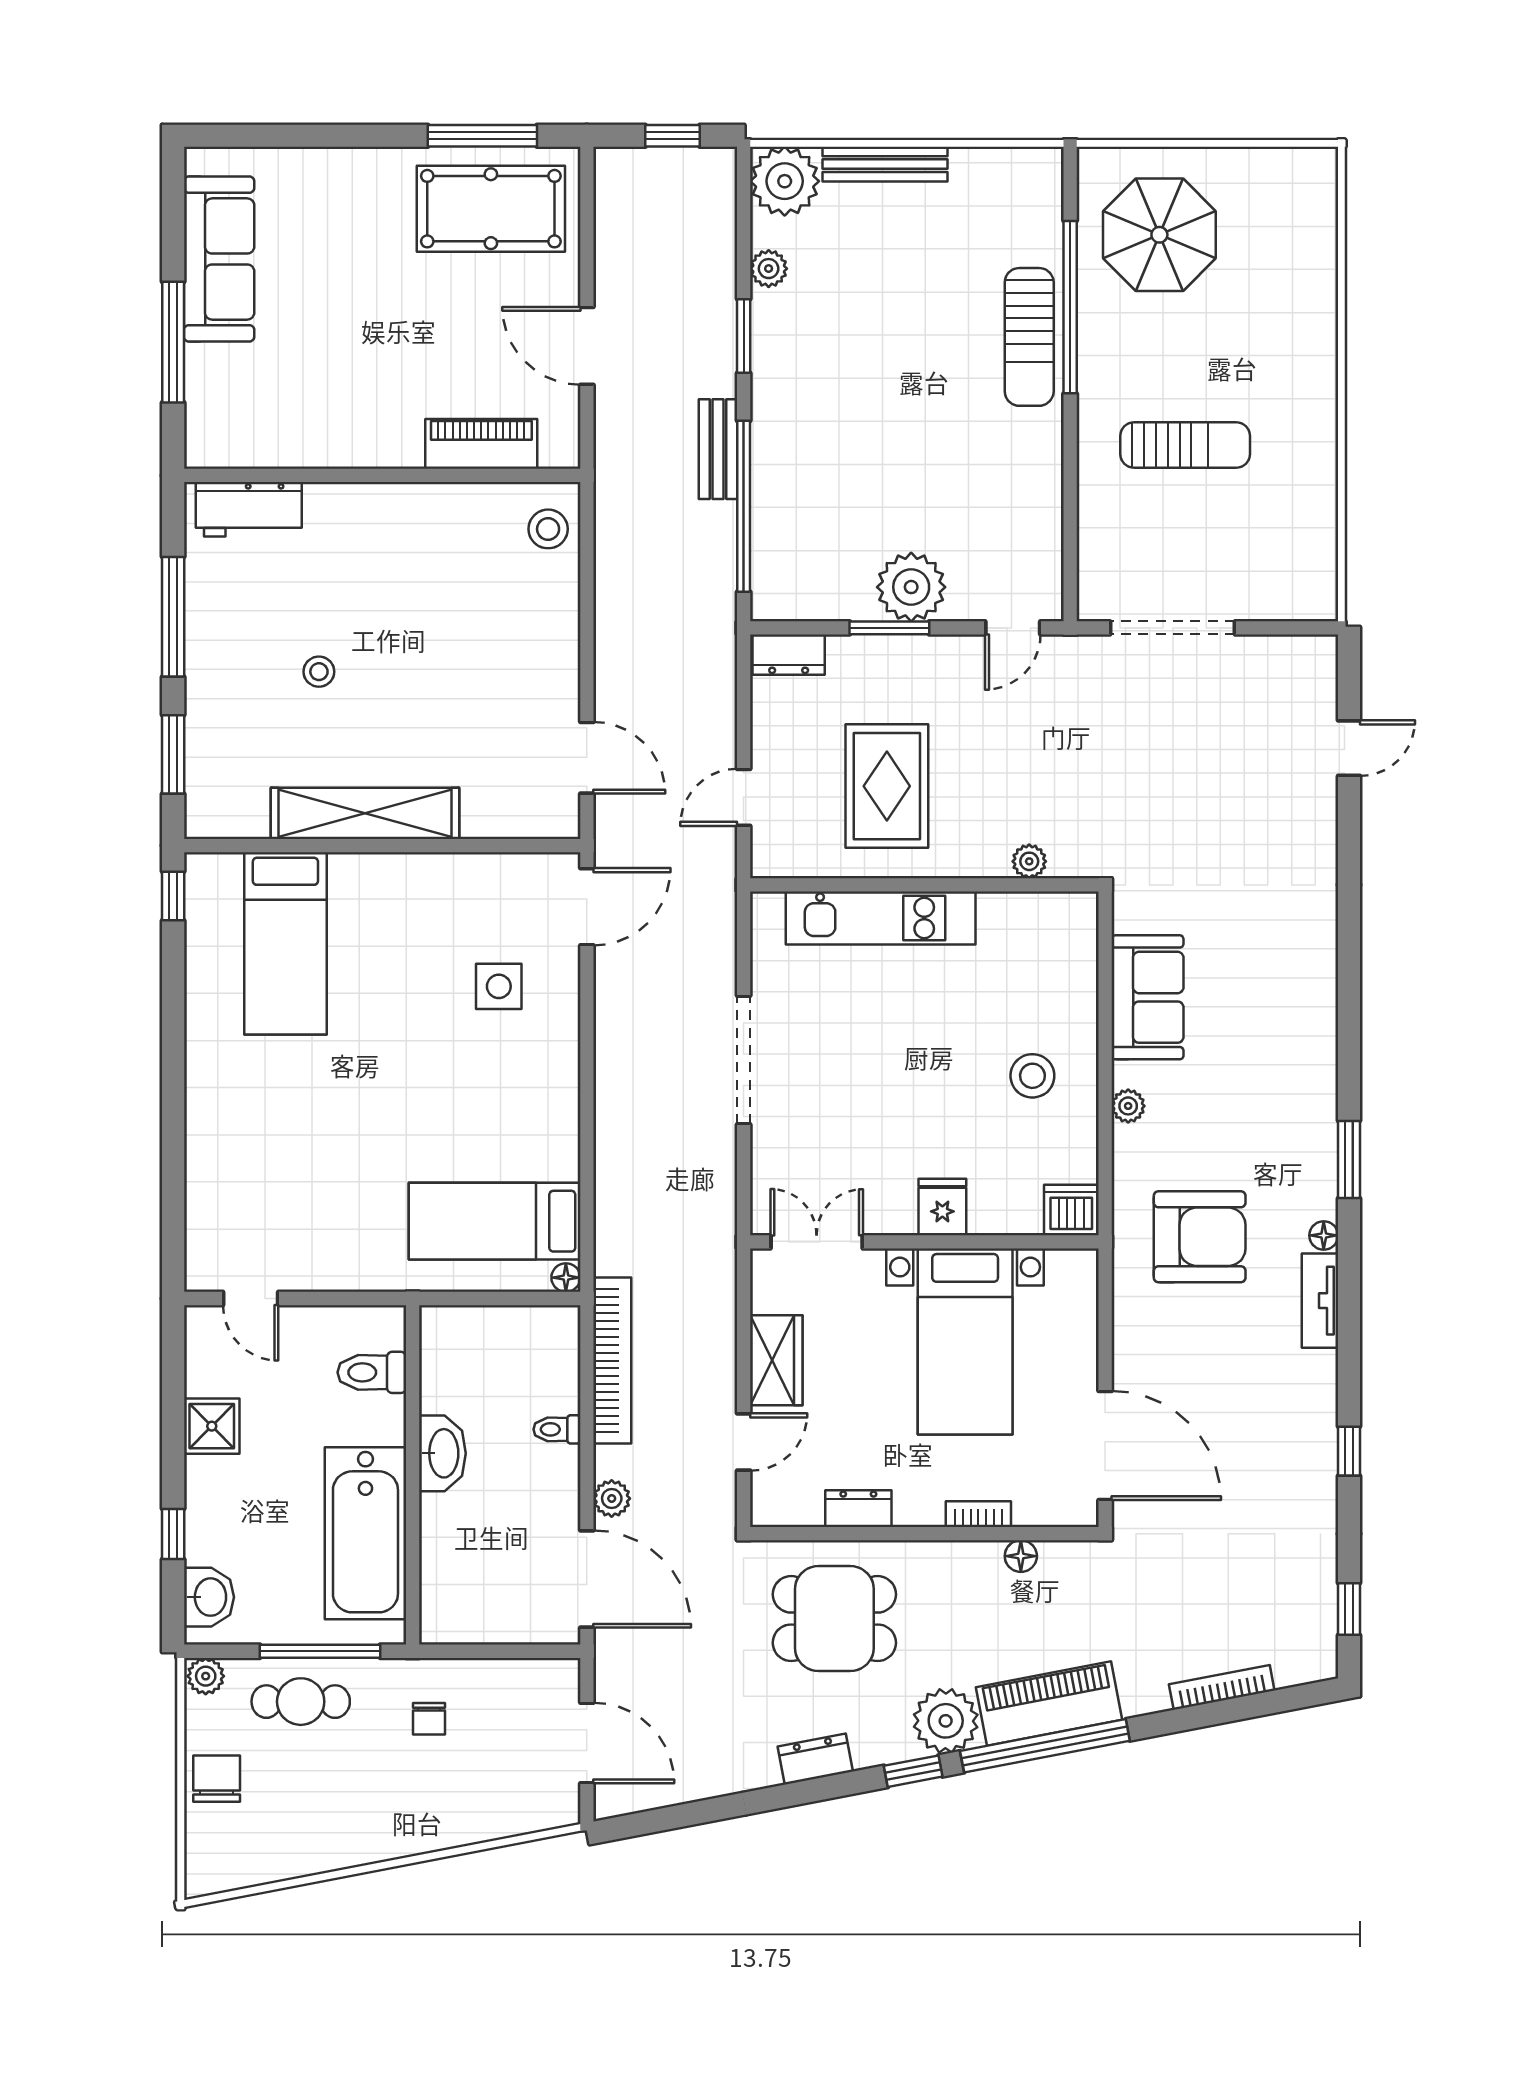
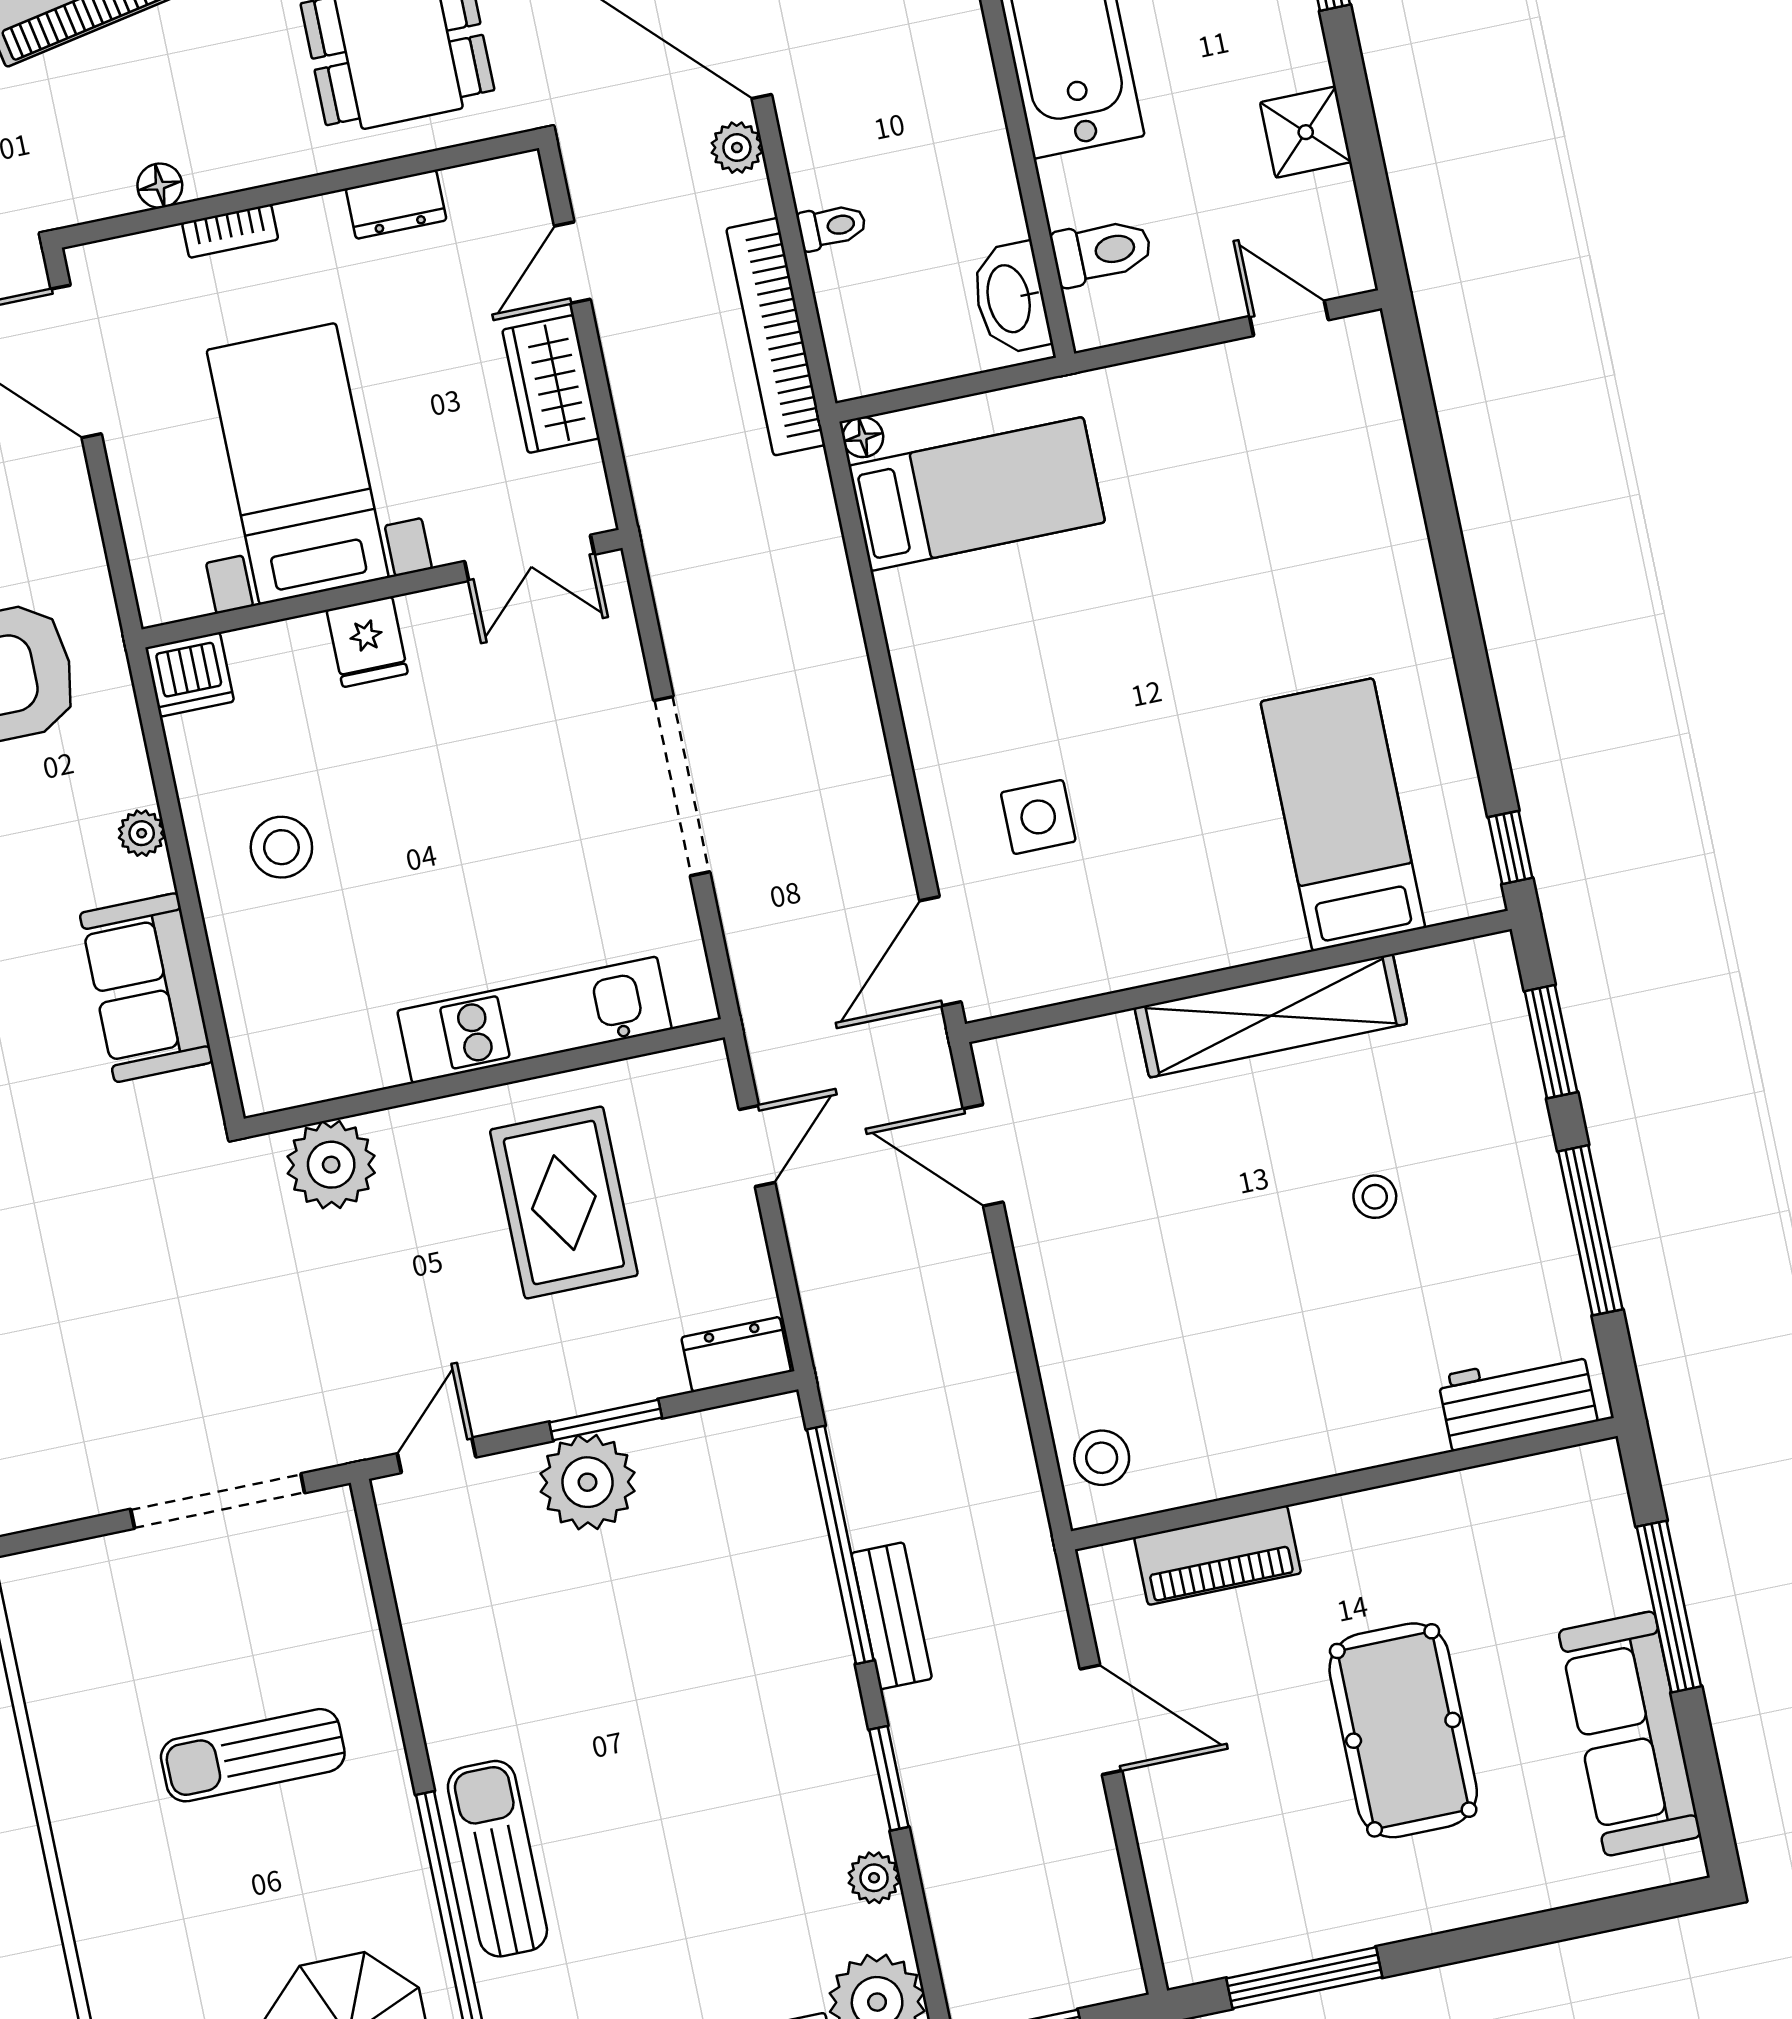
pool table: (491, 209) -> (1403, 1730), moved, turned 90
plant: (1029, 861) -> (331, 1165), width x1.87, depth x1.87
washbasin: (442, 1453) -> (1011, 298), moved

